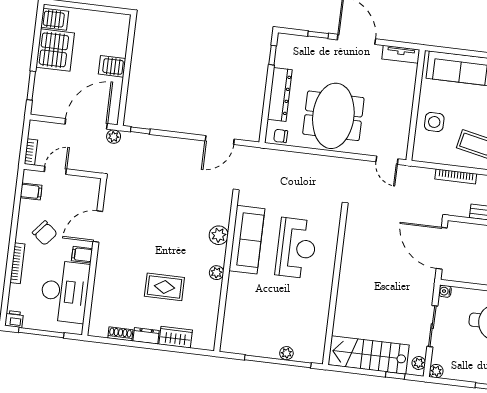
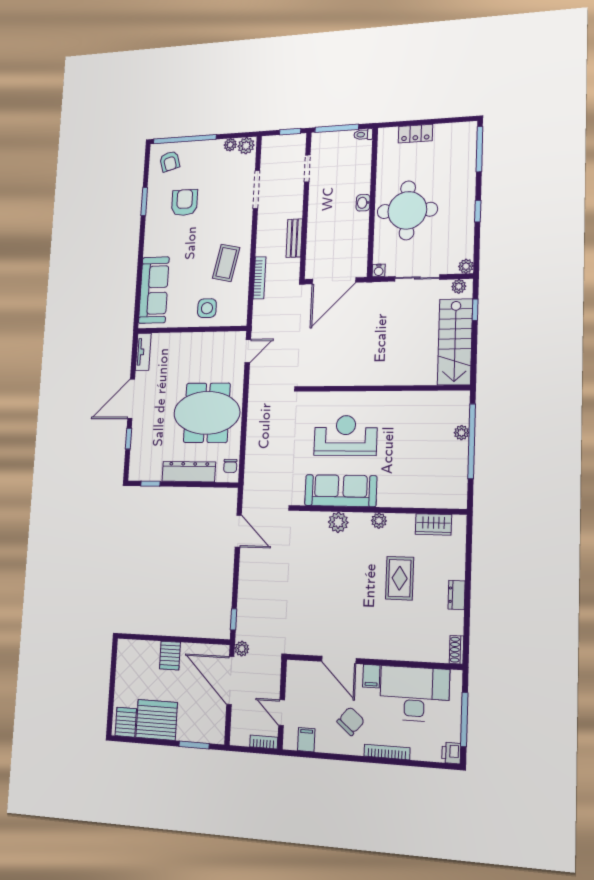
shoe rack: (120, 334) -> (456, 650), moved
wardrobe: (176, 337) -> (433, 524), moved, turned -90

